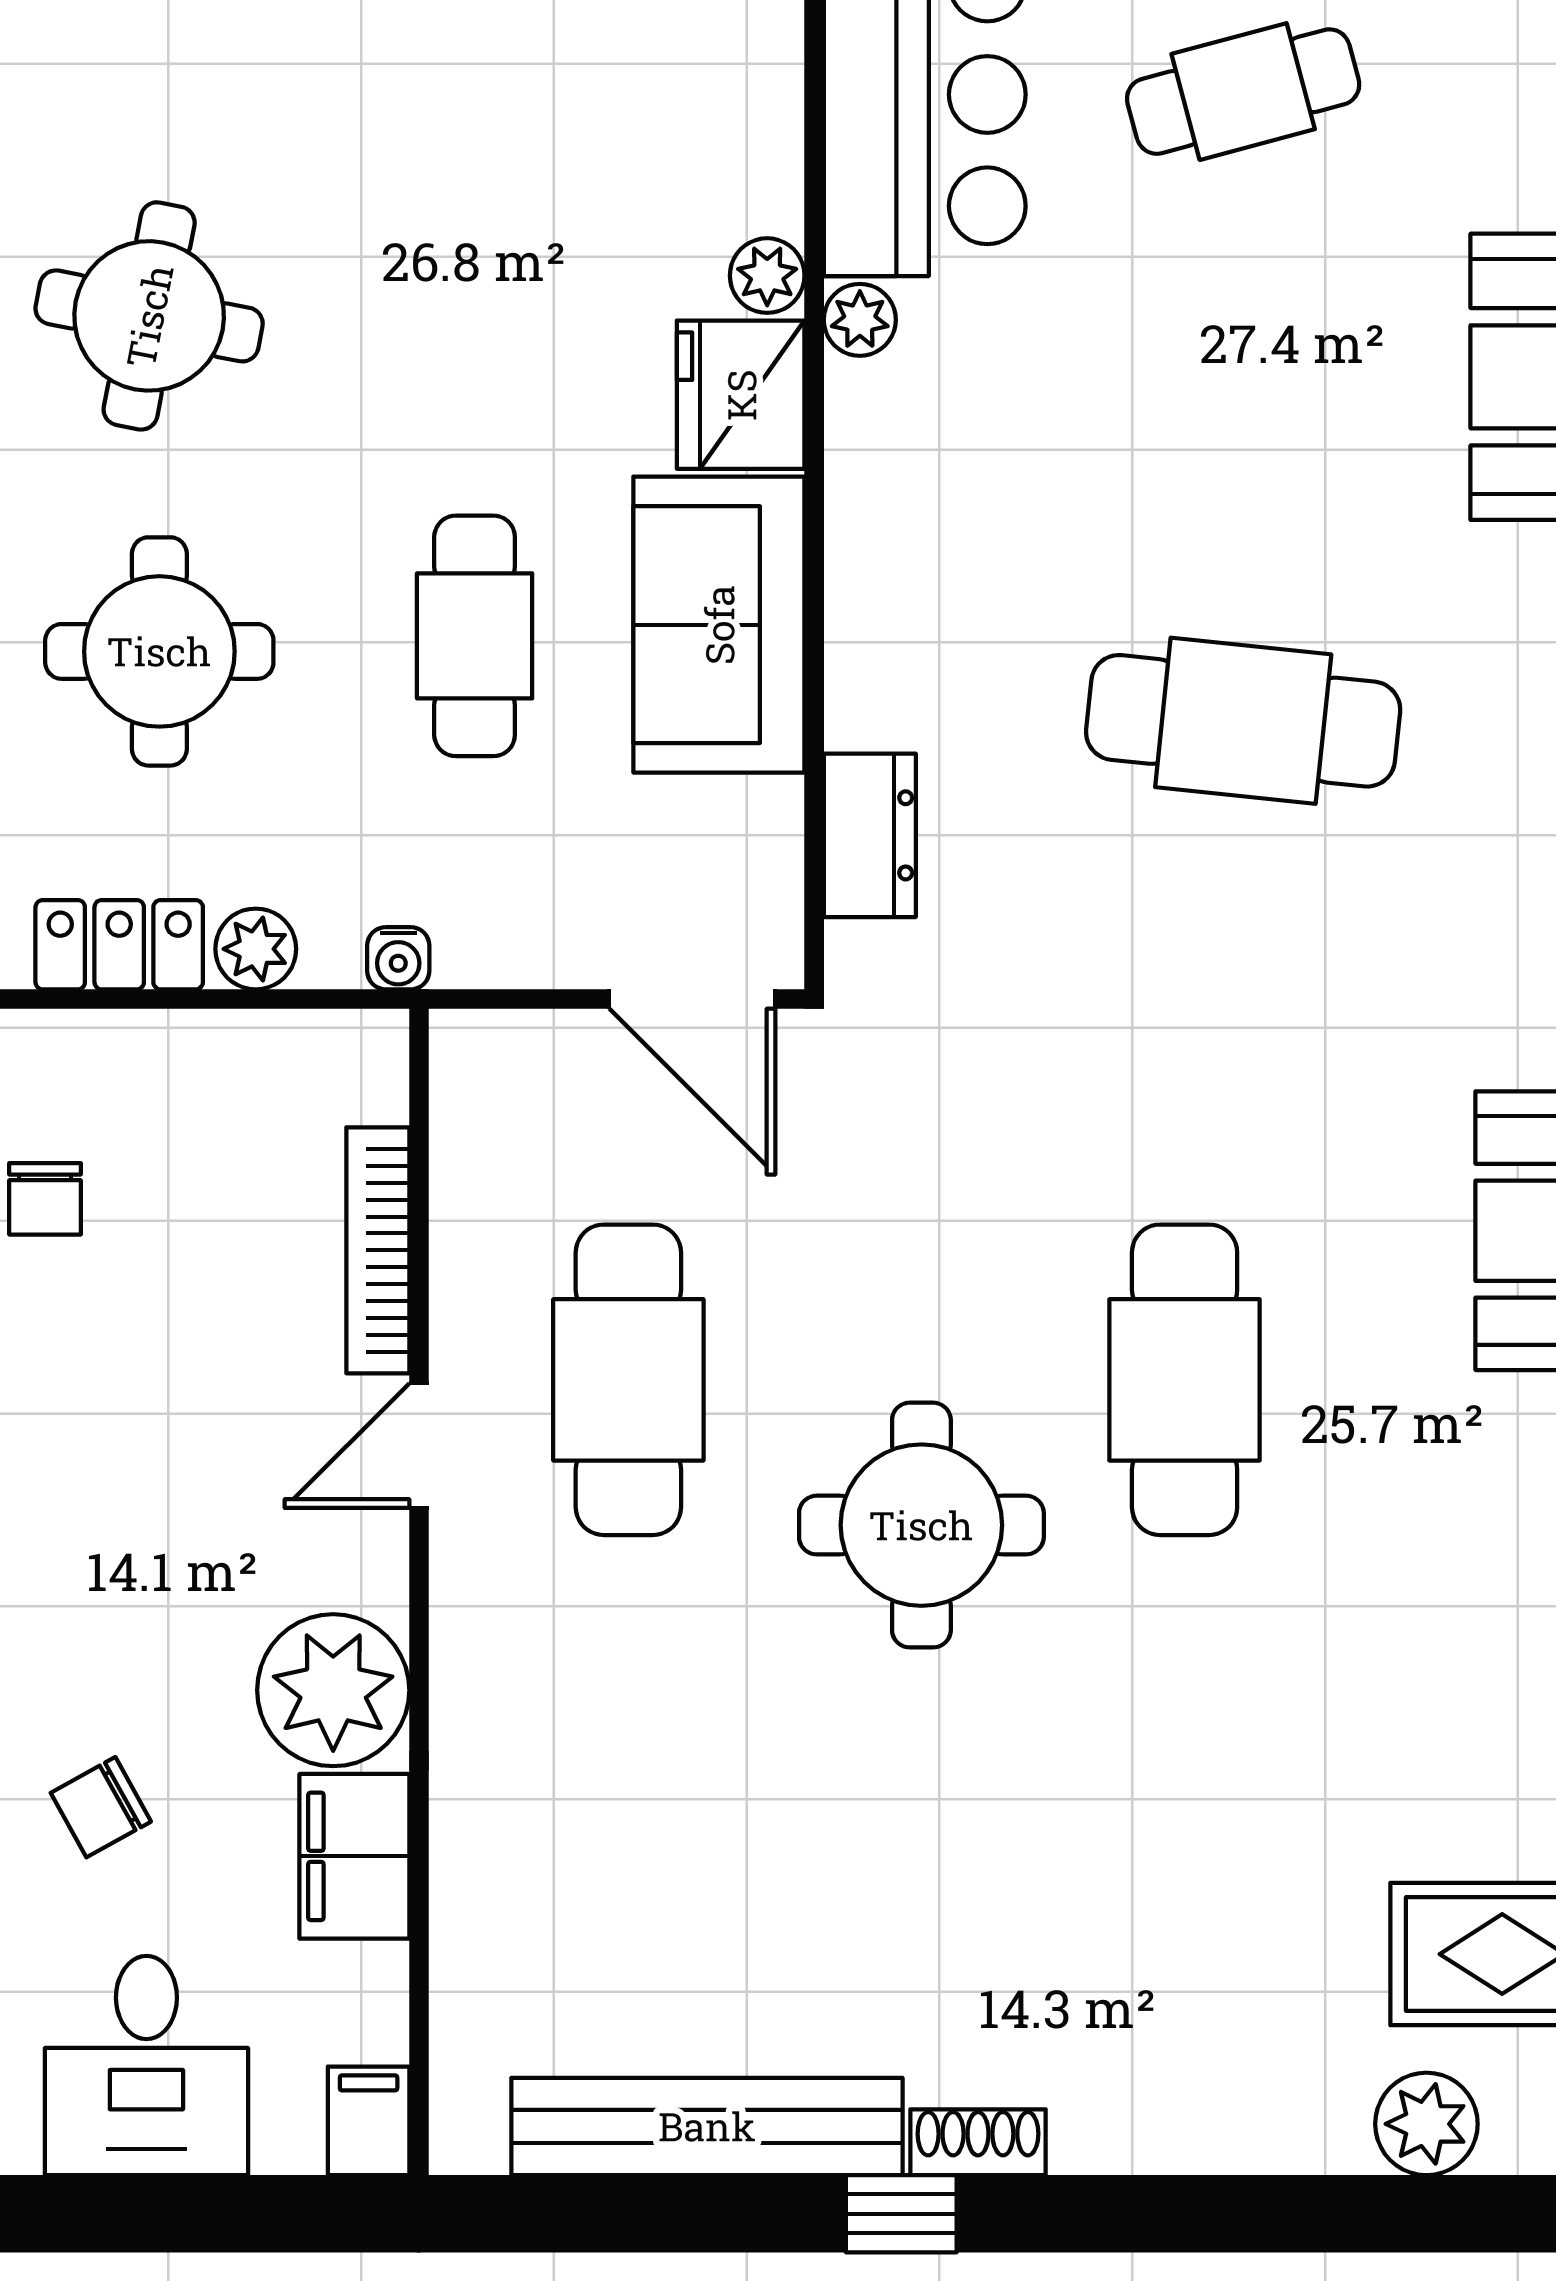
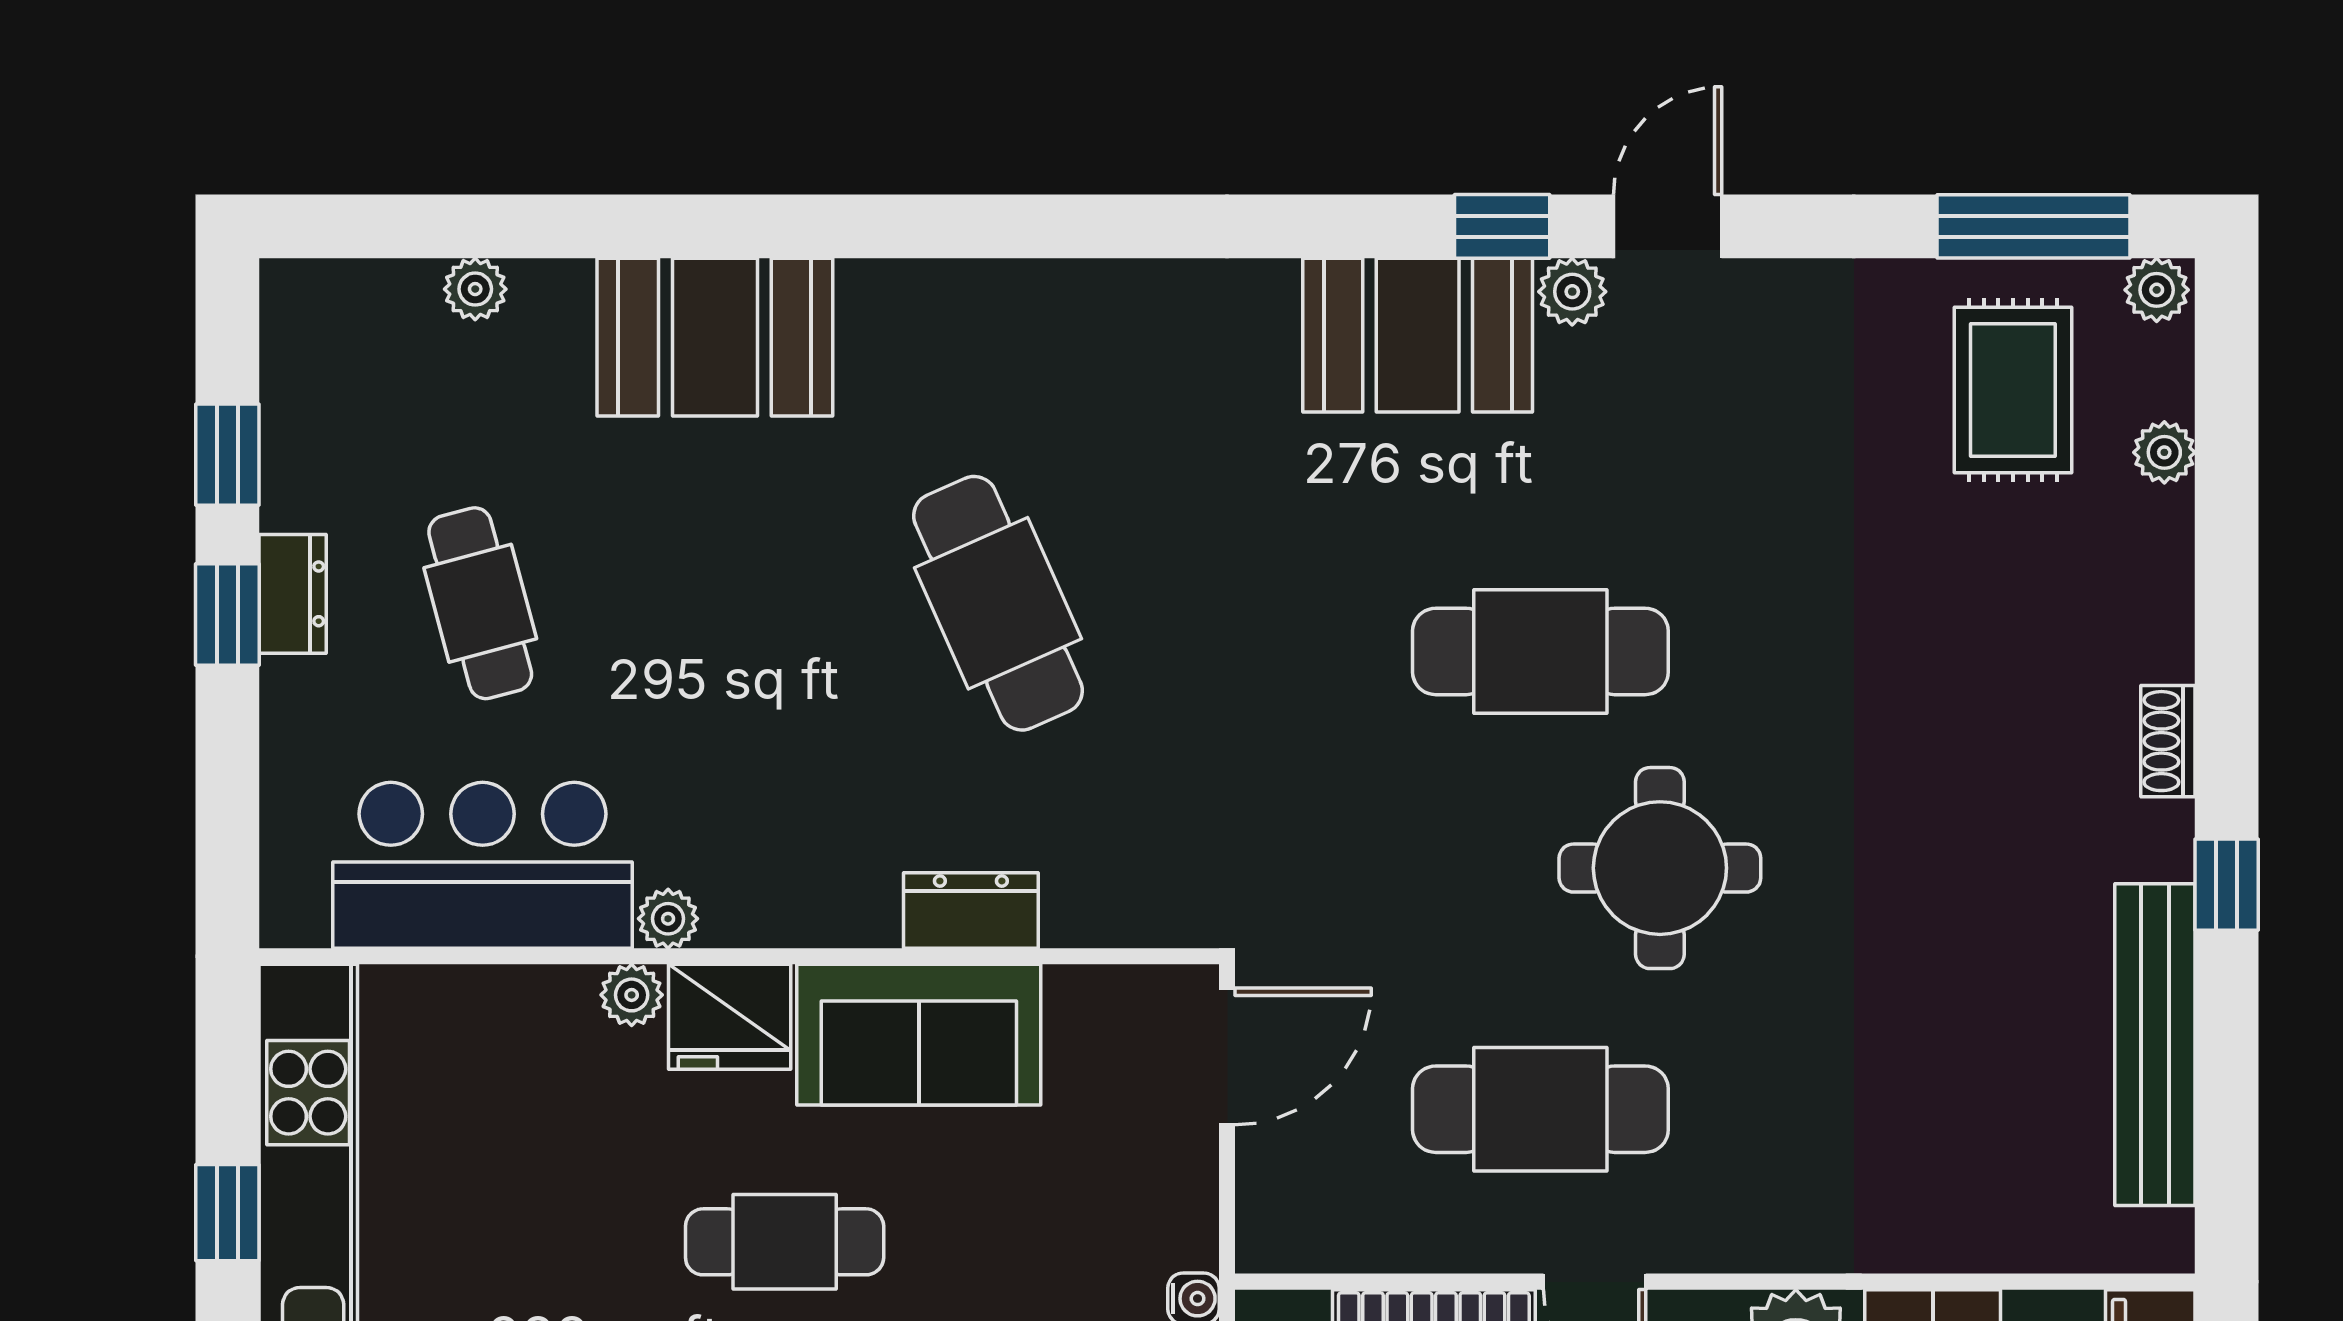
cafe table: (475, 636) -> (785, 1242), moved
cafe table: (1243, 721) -> (998, 603), turned -30
dresser: (870, 835) -> (971, 911), moved
plant: (1426, 2124) -> (2164, 452), width x0.73, depth x0.73
shoe rack: (978, 2142) -> (2168, 741), moved

